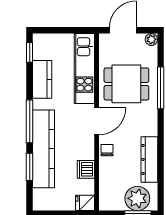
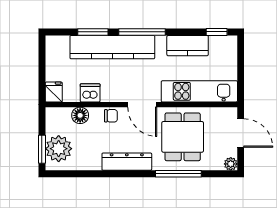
dresser: (149, 159) -> (127, 162), moved
floor lamp: (107, 179) -> (80, 115), added

